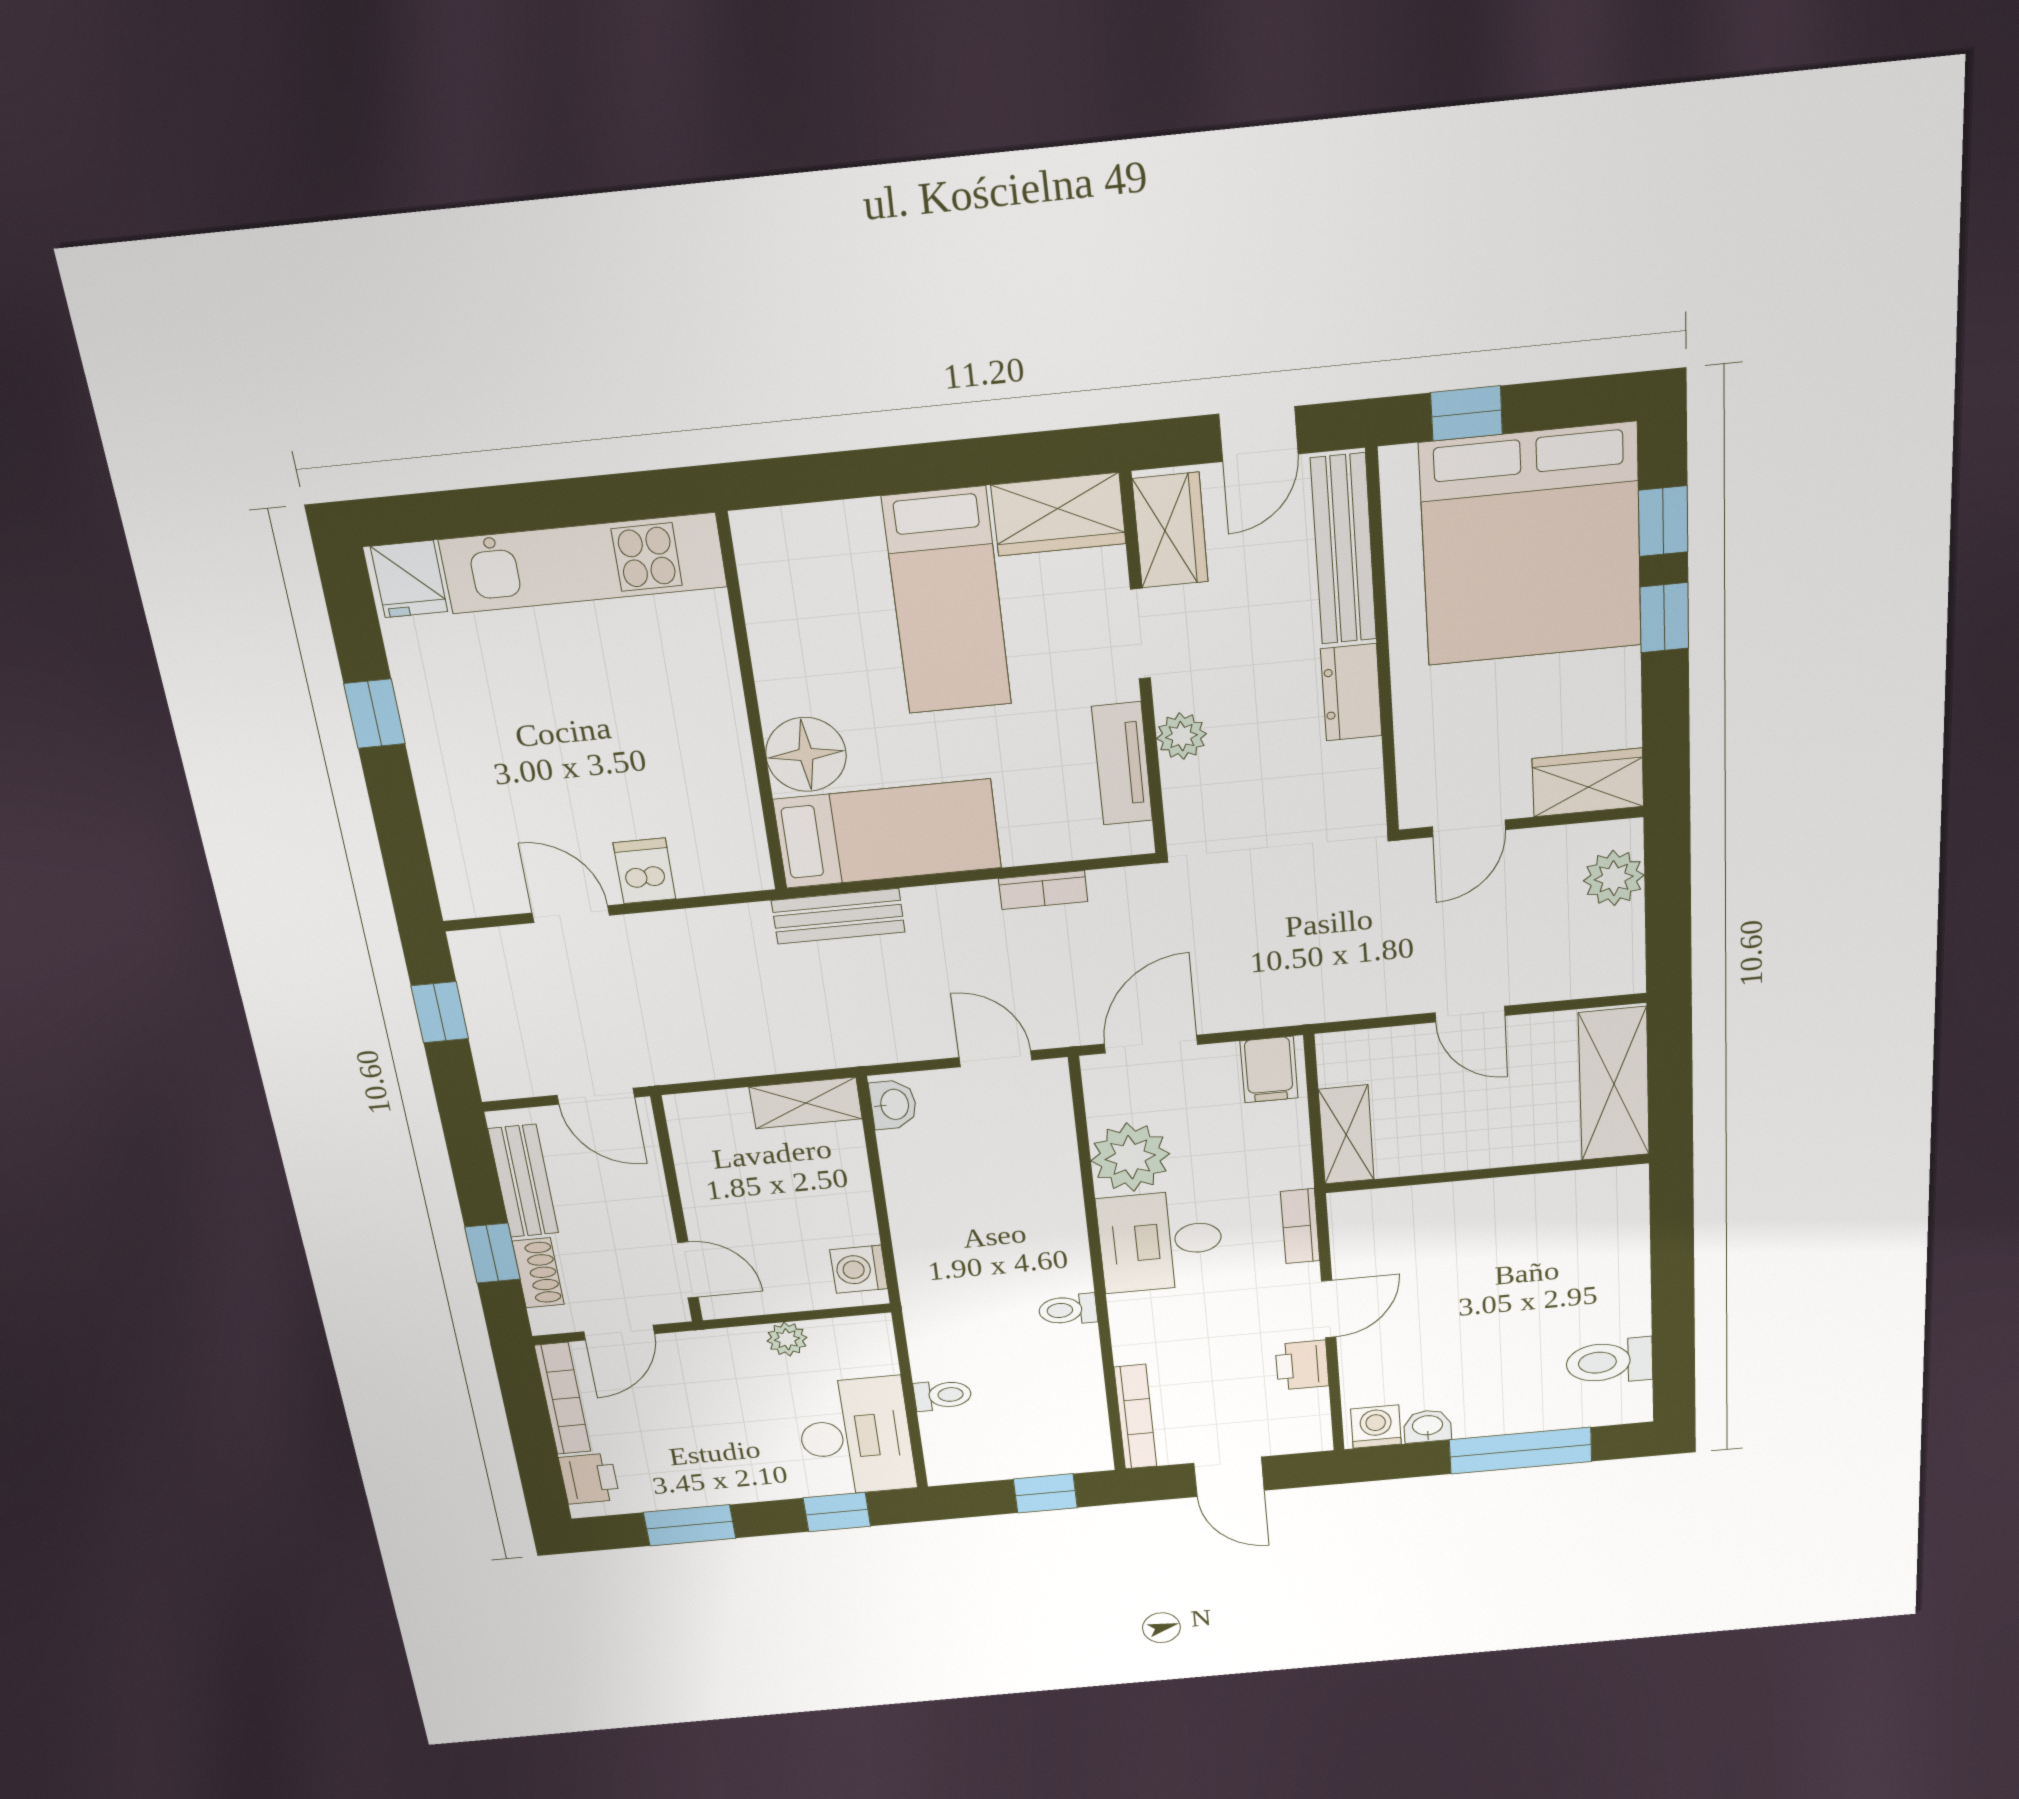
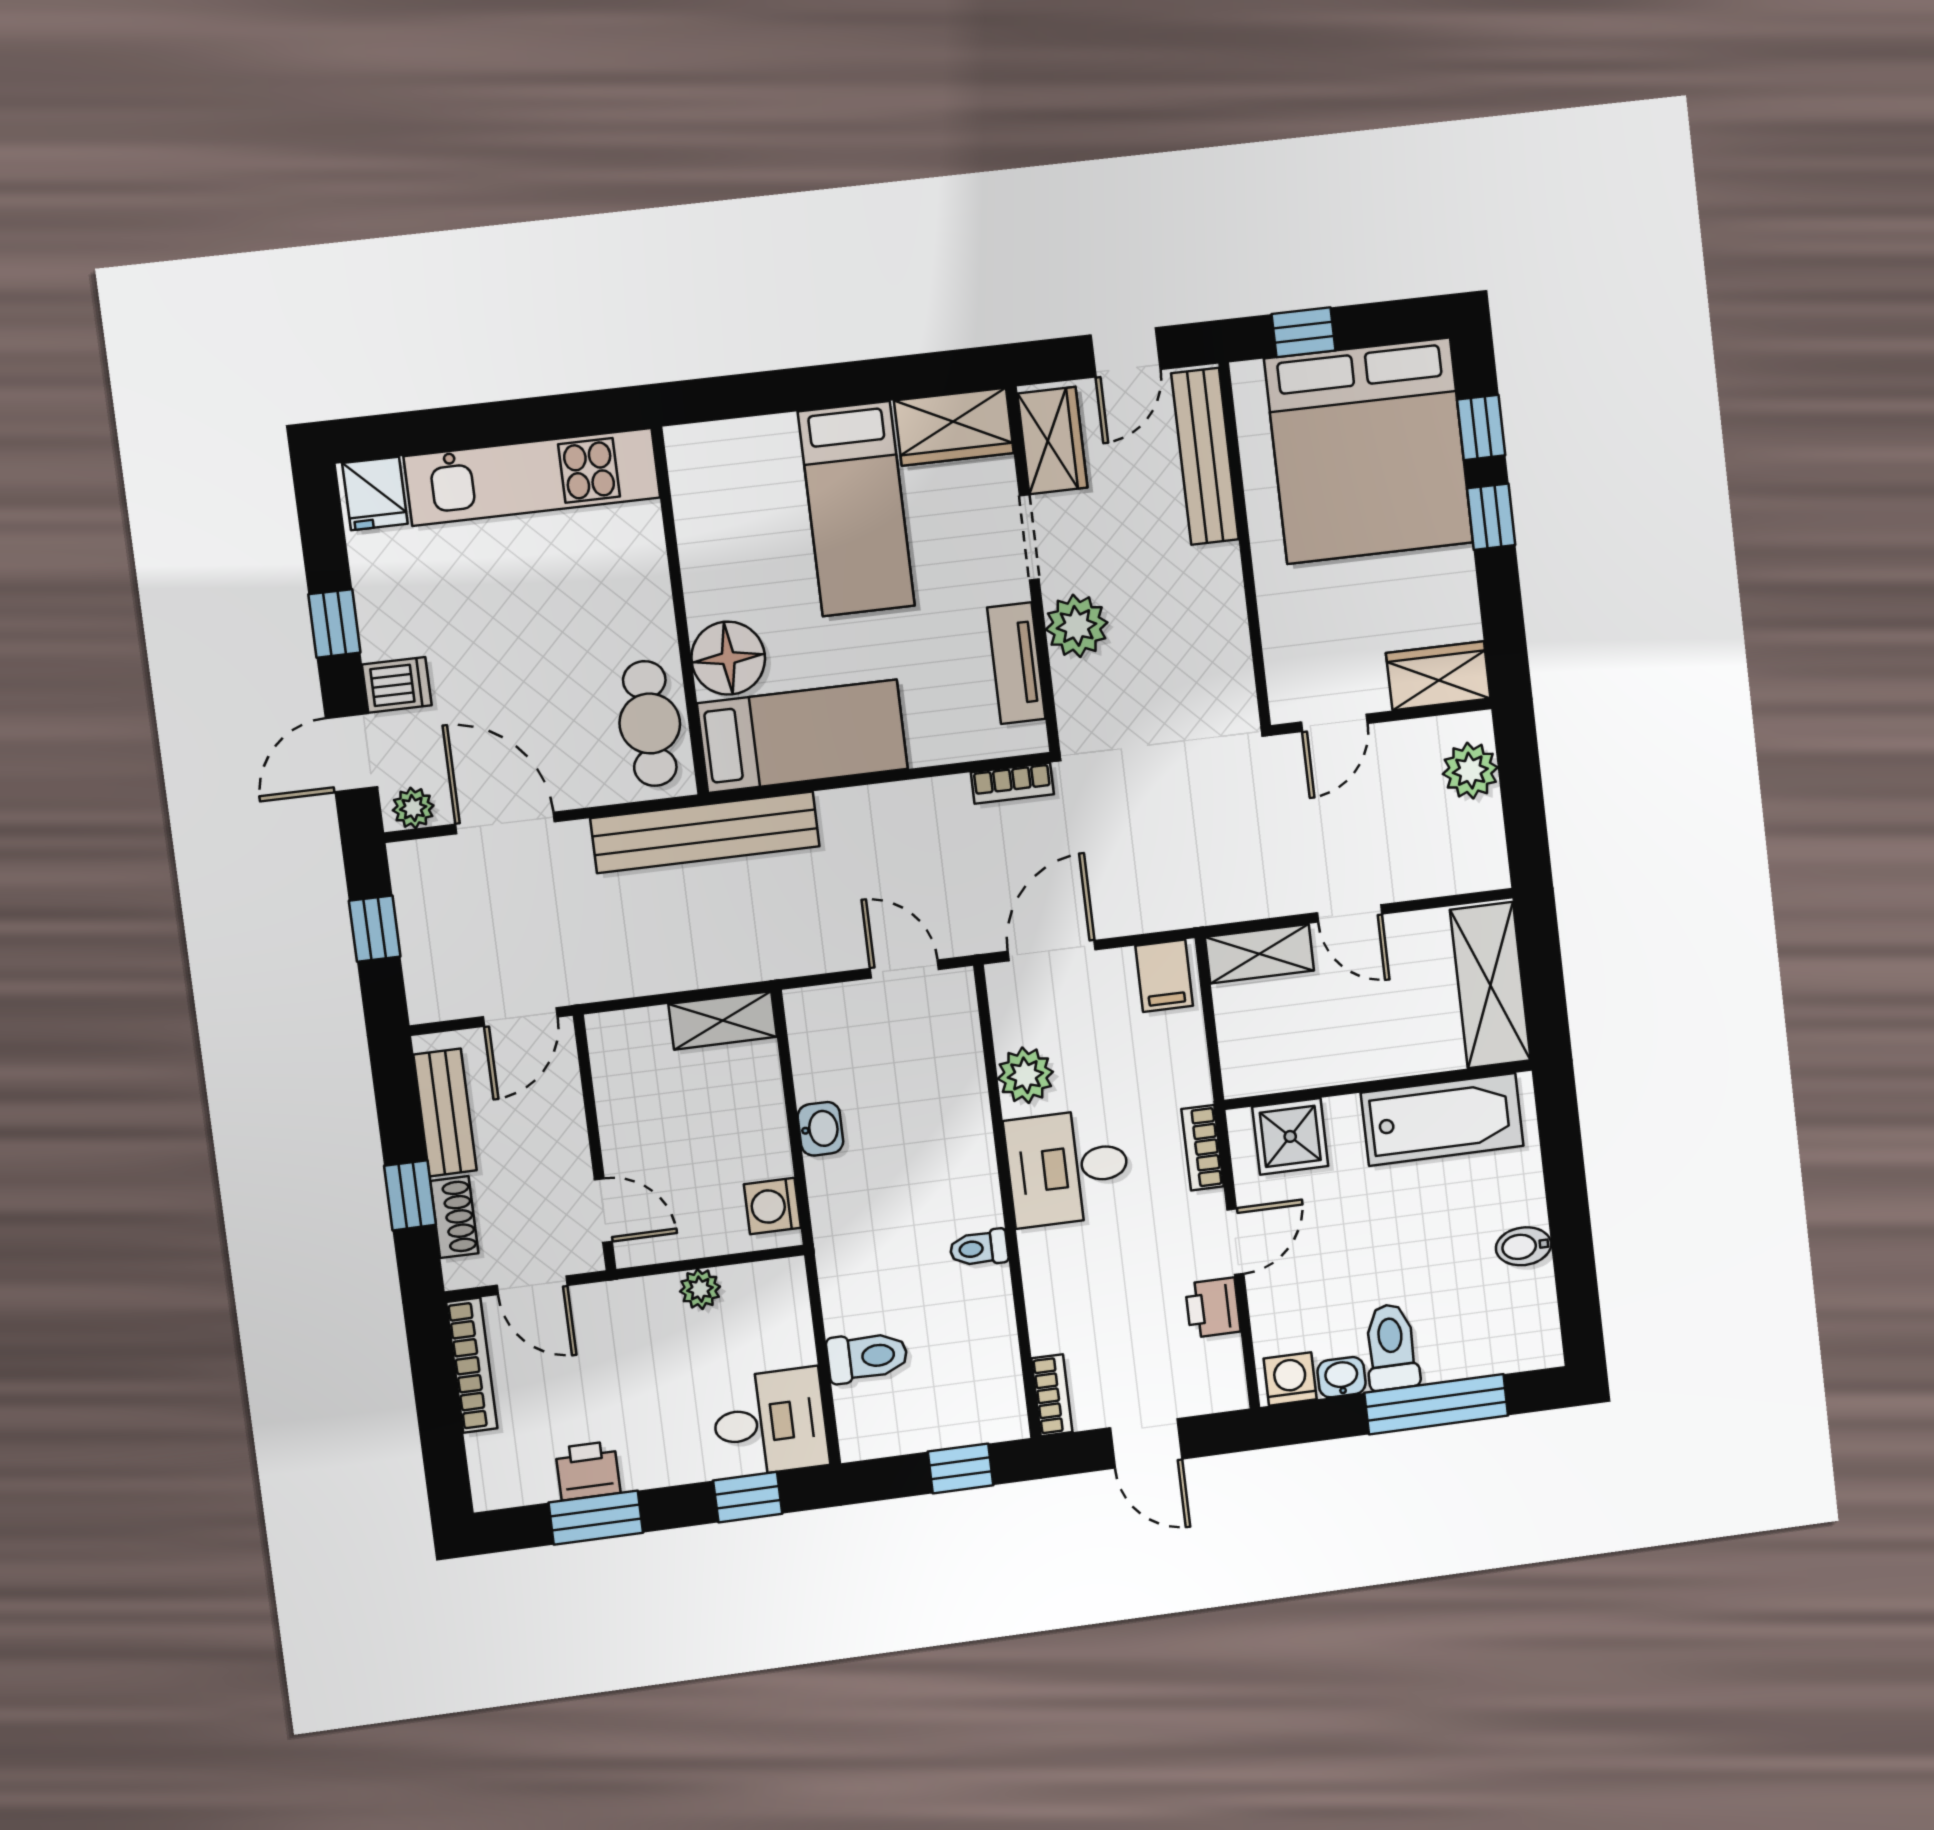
dresser: (1351, 692) -> (1220, 591), removed
plant: (1181, 736) -> (1077, 626), width x1.38, depth x1.38
cafe table: (722, 819) -> (650, 724), added
door: (403, 843) -> (351, 753), added
dishwasher: (644, 871) -> (397, 685), moved, turned 90
bookcase: (1043, 890) -> (1012, 783), moved
plant: (472, 898) -> (413, 808), added
door: (571, 914) -> (505, 823), width x1.38
bench: (838, 916) -> (705, 832), width x1.86, depth x1.21
door: (596, 1096) -> (520, 1017), hinge flipped
washbasin: (893, 1105) -> (820, 1129), moved
shelving: (1346, 1135) -> (1260, 954), moved, turned 90
plant: (1130, 1157) -> (1025, 1075), width x0.73, depth x0.73
bathtub: (1551, 1206) -> (1442, 1119), added
shower: (1391, 1218) -> (1290, 1136), added
bidet: (1623, 1319) -> (1524, 1246), added
door: (619, 1333) -> (532, 1285), hinge flipped
toilet: (1609, 1362) -> (1391, 1347), moved, turned 90
toilet: (943, 1395) -> (867, 1357), width x1.37, depth x1.39
bookcase: (1135, 1417) -> (1052, 1395), width x0.64
desk: (856, 1437) -> (770, 1422), width x0.73
printer: (589, 1479) -> (588, 1471), moved, turned -90

